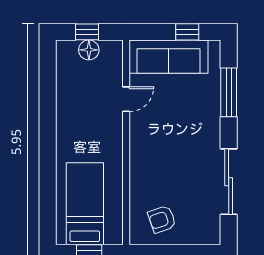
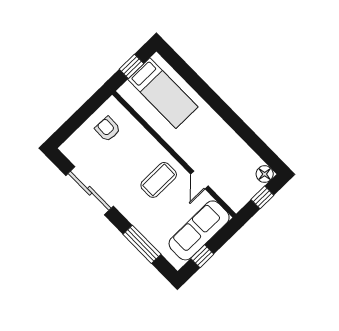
floor lamp: (89, 50) -> (265, 174), moved
coffee table: (161, 133) -> (159, 180), added
armchair: (162, 219) -> (108, 129), turned -69

